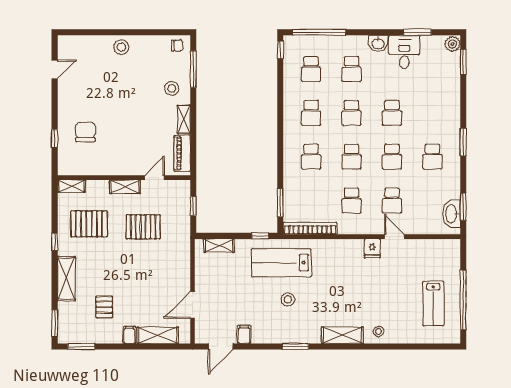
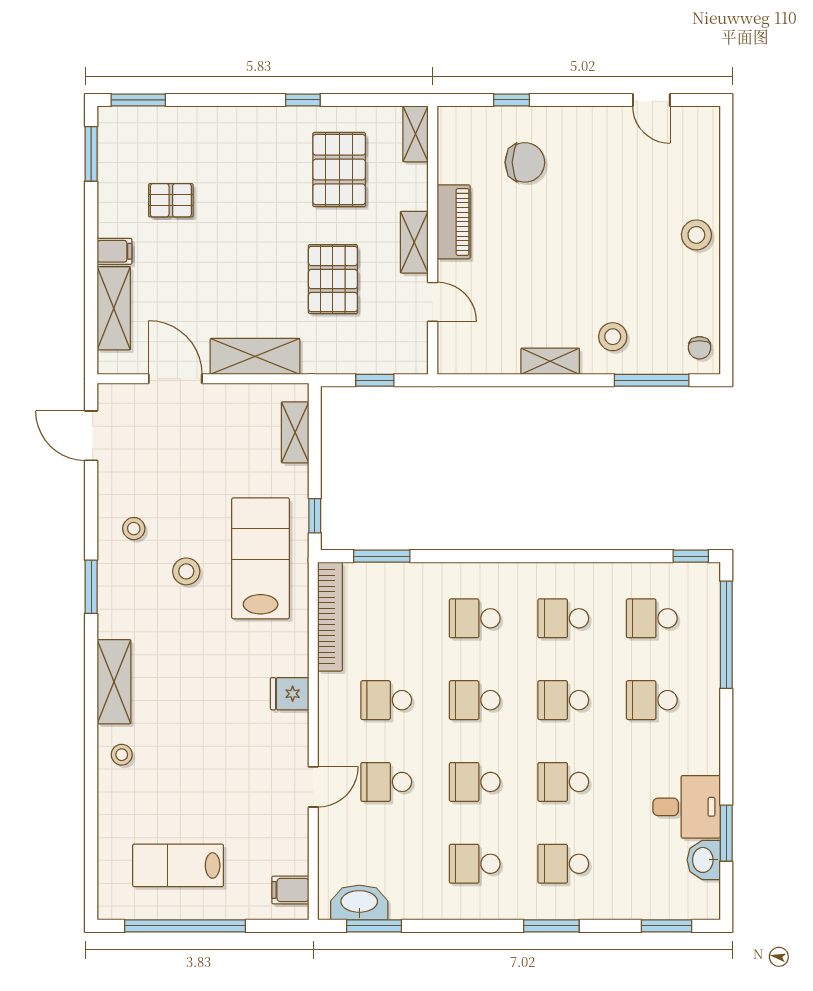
washbasin: (378, 43) -> (704, 860), moved
plant: (452, 44) -> (703, 904), removed
school desk: (432, 113) -> (563, 864), added
window: (463, 142) -> (551, 926), moved
piano: (182, 153) -> (454, 222), moved, turned 90
fridge: (372, 248) -> (290, 694), moved
shelving: (66, 279) -> (255, 356), moved
stool: (267, 325) -> (134, 529), added
filing cabinet: (244, 334) -> (290, 890), moved, turned 180

